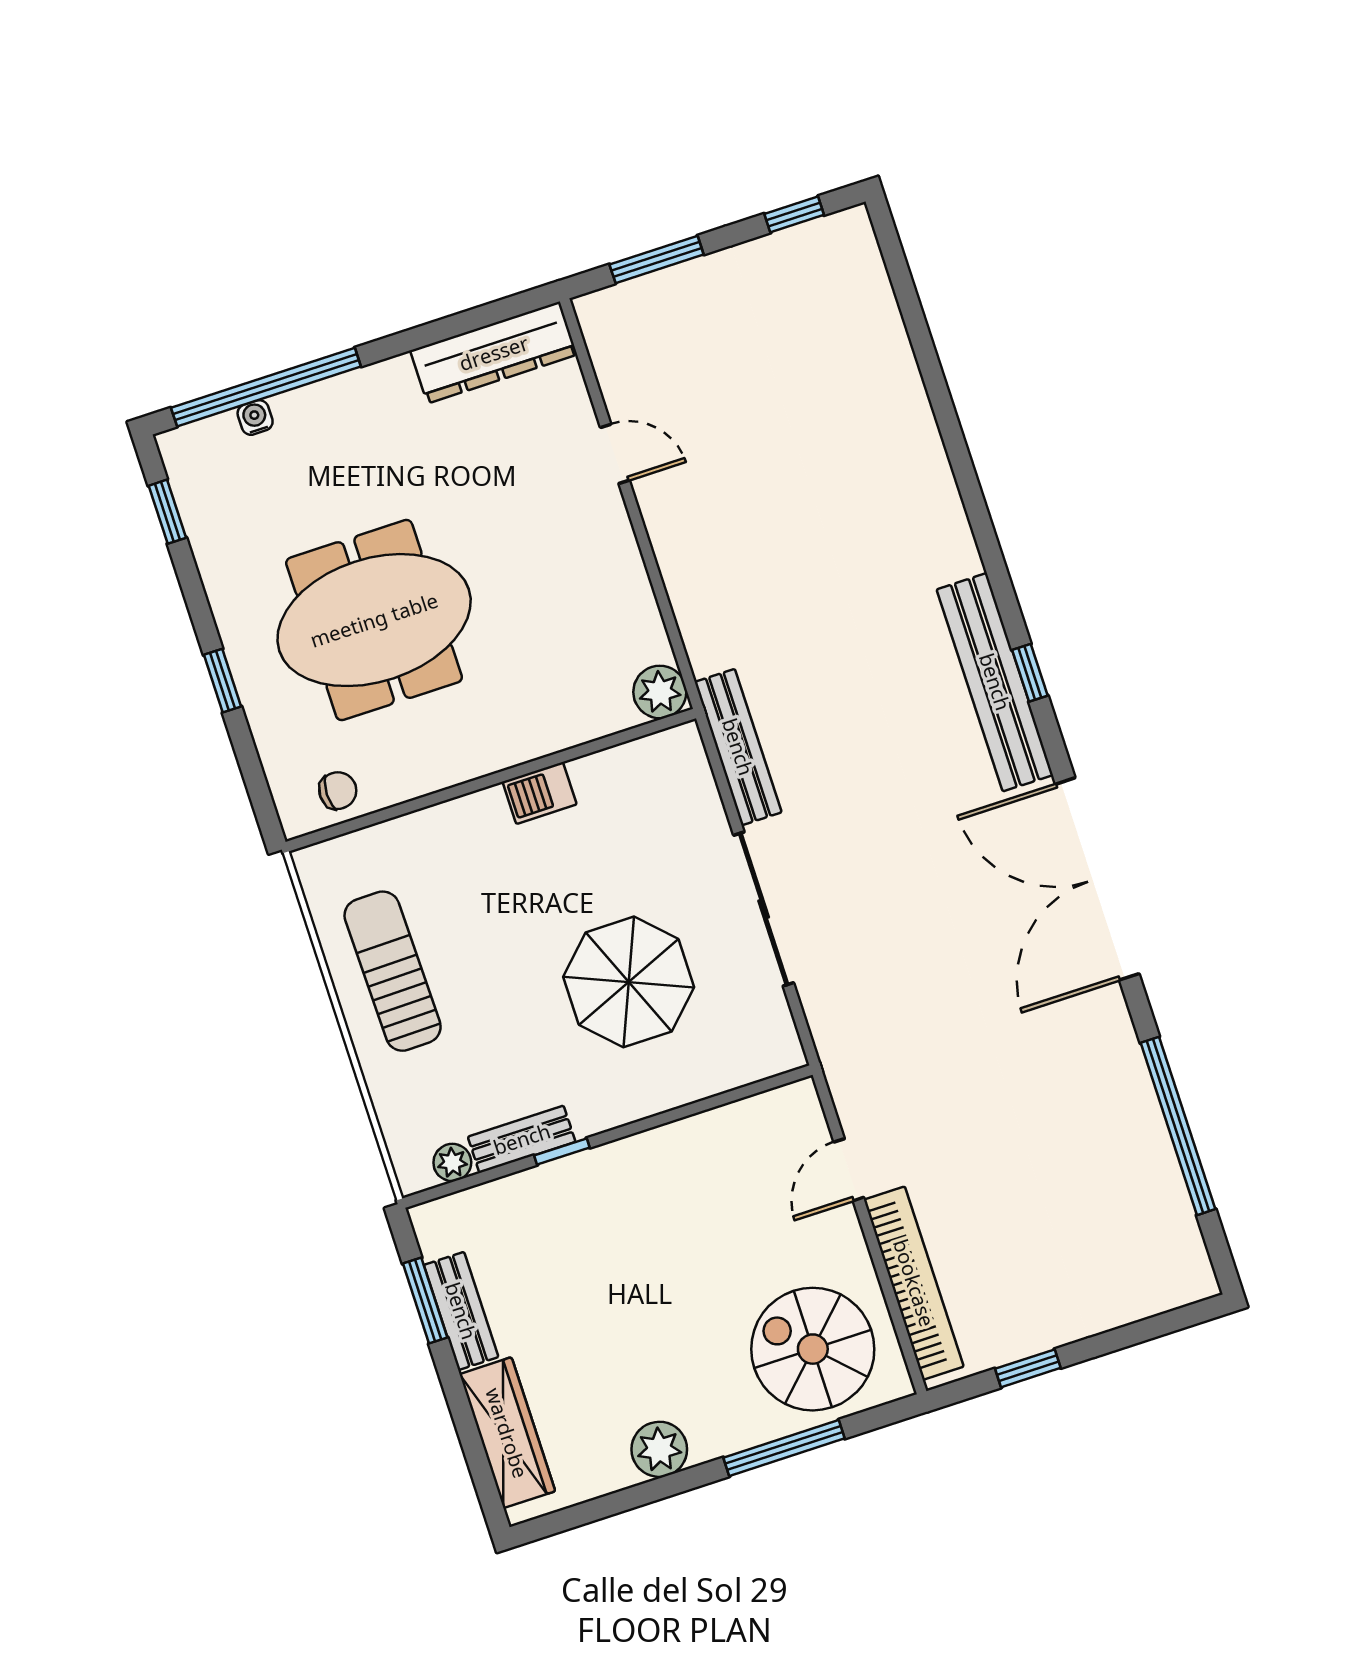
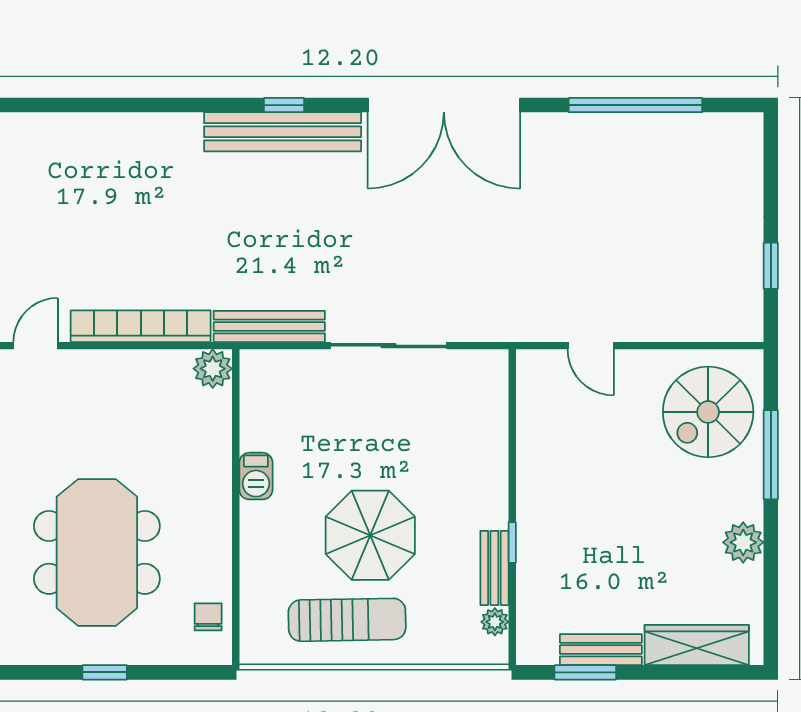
sun lounger: (393, 971) -> (347, 620), turned 180
parasol: (629, 982) -> (370, 535), moved
bookcase: (914, 1283) -> (141, 326), moved

